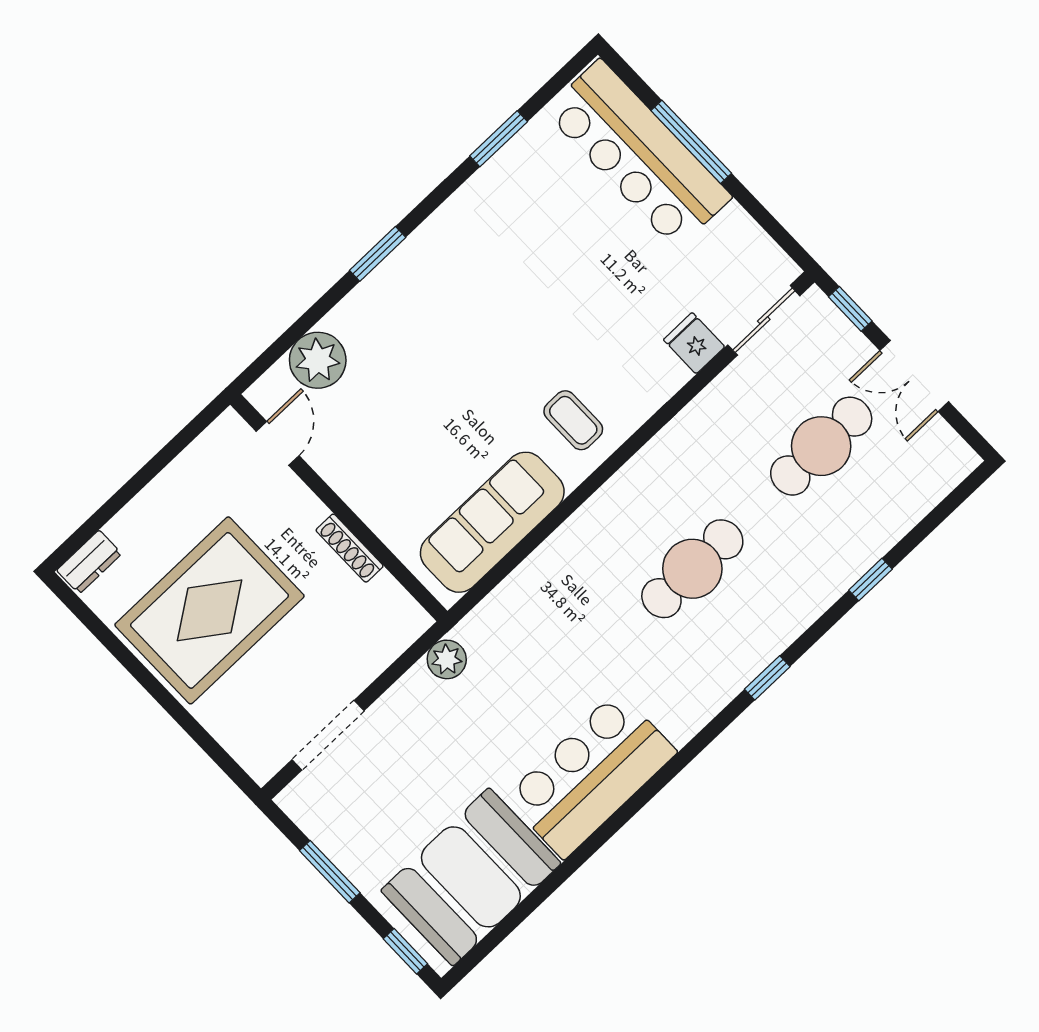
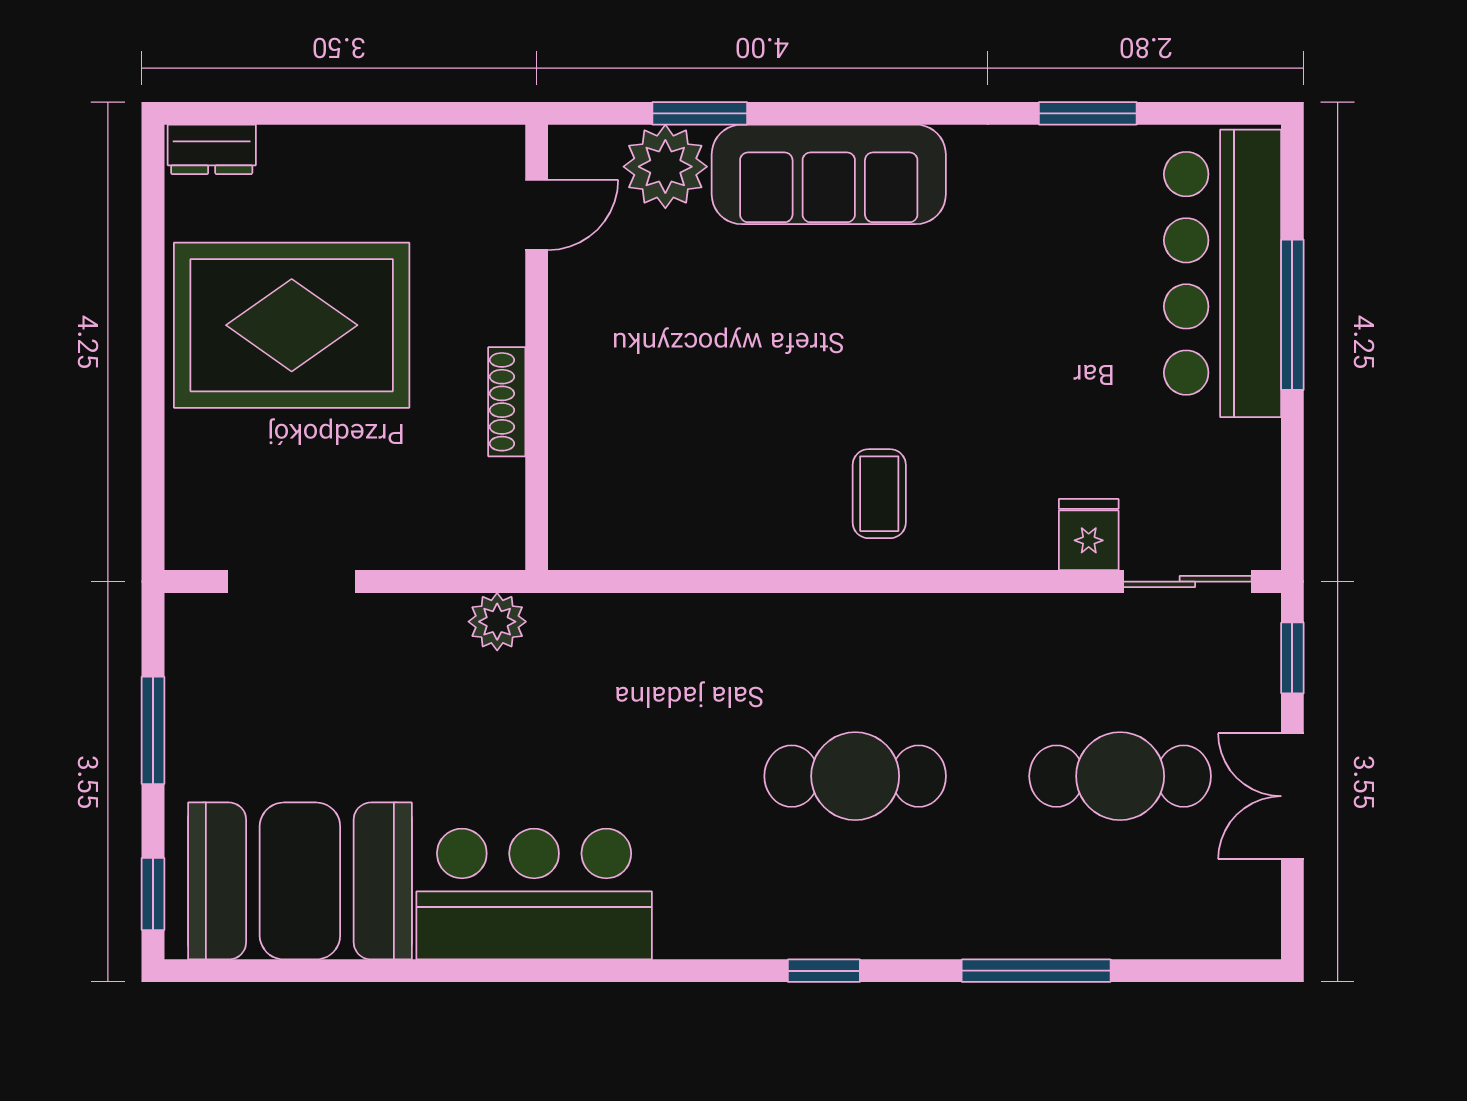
window: (378, 254) -> (700, 113), moved
sofa: (492, 522) -> (829, 174), moved, turned 180
window: (870, 580) -> (1036, 971), width x2.17

